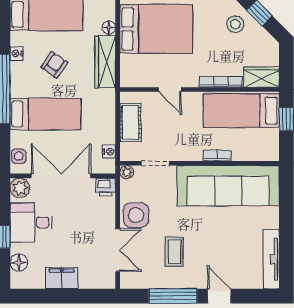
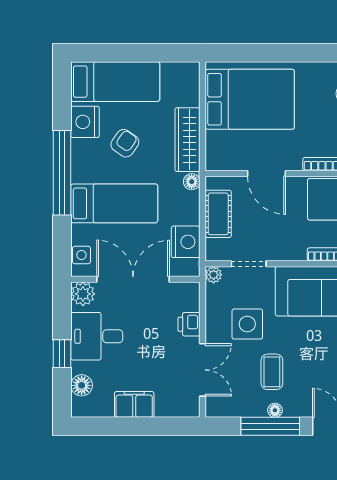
floor lamp: (109, 28) -> (192, 182), moved
nightstand: (16, 53) -> (85, 122), width x1.89, depth x1.79
door: (170, 89) -> (266, 173), width x1.38
nightstand: (109, 151) -> (186, 242), width x1.89, depth x1.79
printer: (106, 187) -> (189, 324), moved, turned 90
side table: (136, 215) -> (247, 324), moved
floor lamp: (177, 283) -> (275, 410), added

